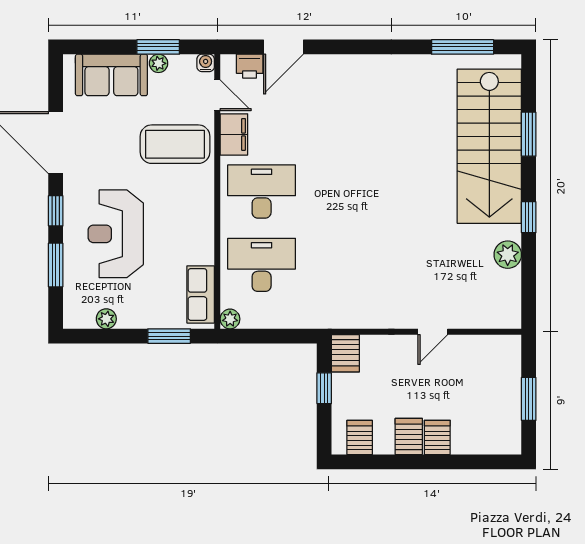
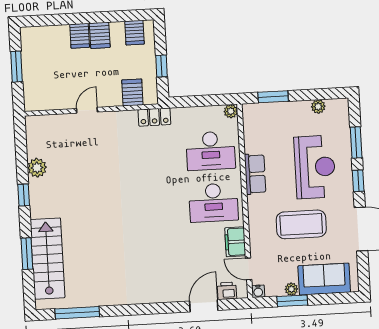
coffee table: (175, 144) -> (301, 224), moved
stairs: (489, 146) -> (47, 259), width x0.73, depth x0.66
row of seats: (201, 294) -> (255, 174), moved
locker: (338, 317) -> (154, 117), added
server rack: (345, 353) -> (132, 92), moved

